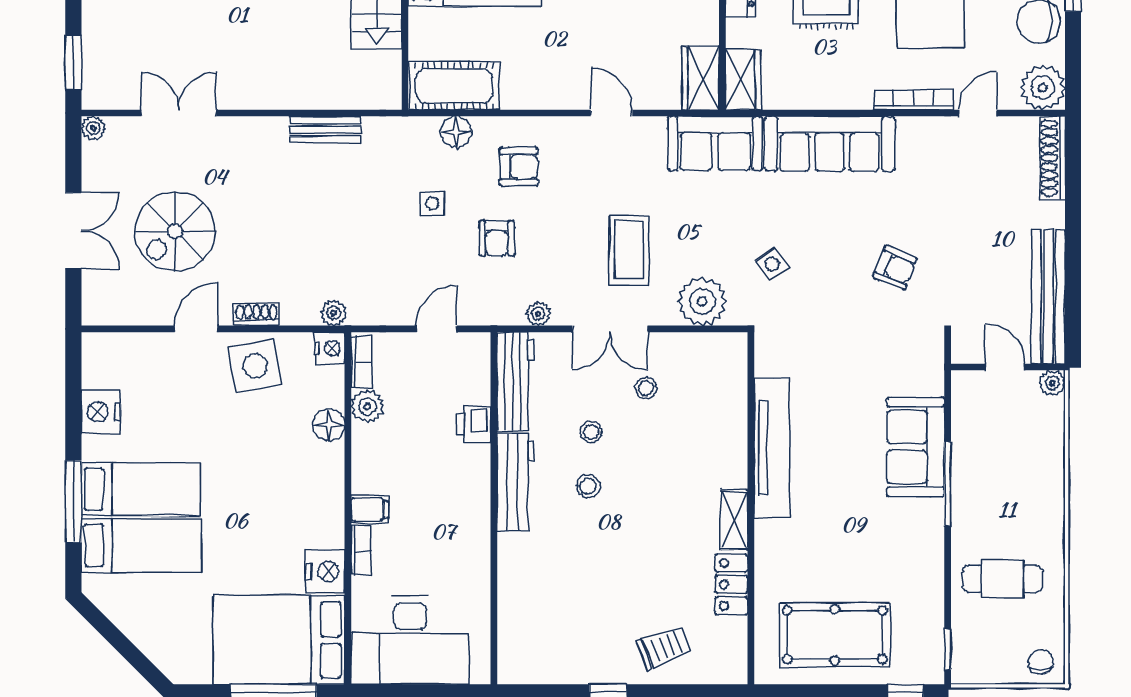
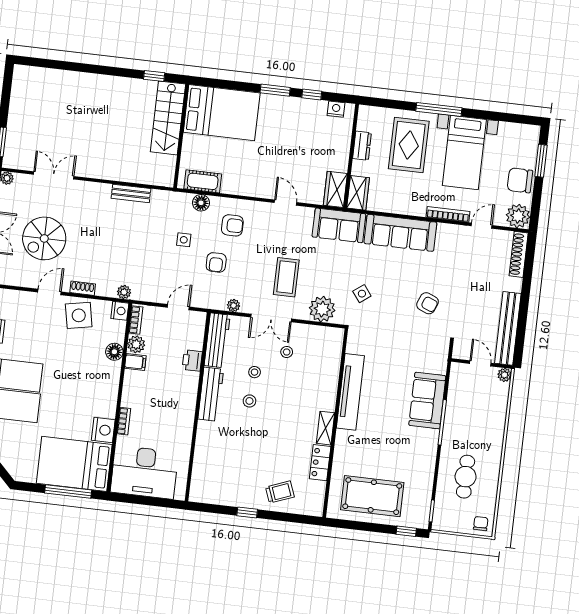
cot: (454, 86) -> (203, 181), width x0.73, depth x0.75
filing cabinet: (370, 509) -> (135, 362), moved
cafe table: (1002, 579) -> (466, 477), turned 90

